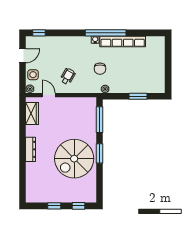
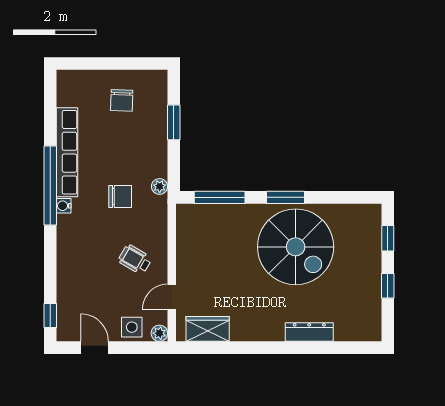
chair: (149, 70) -> (122, 100), added
dresser: (30, 149) -> (309, 332), moved

